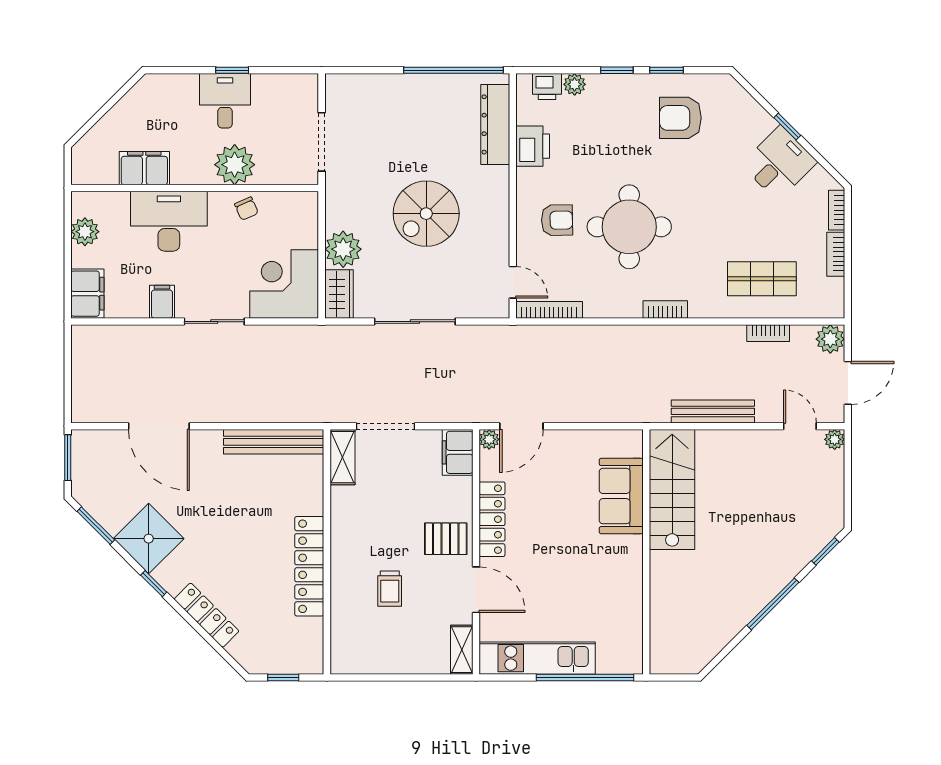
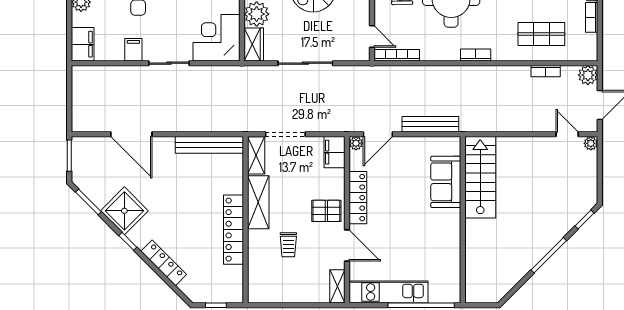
bench: (713, 411) -> (430, 124), moved
shelving: (346, 526) -> (258, 202), added

